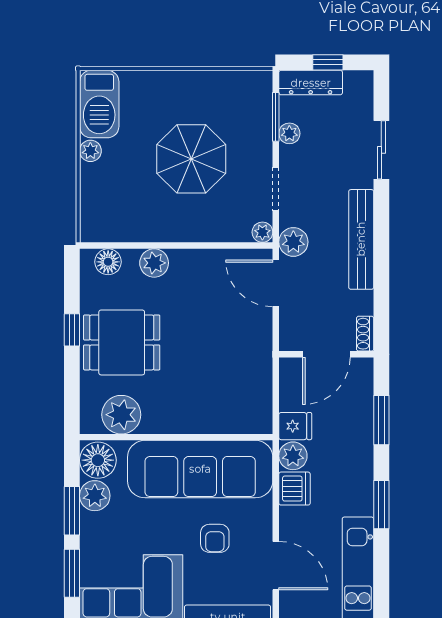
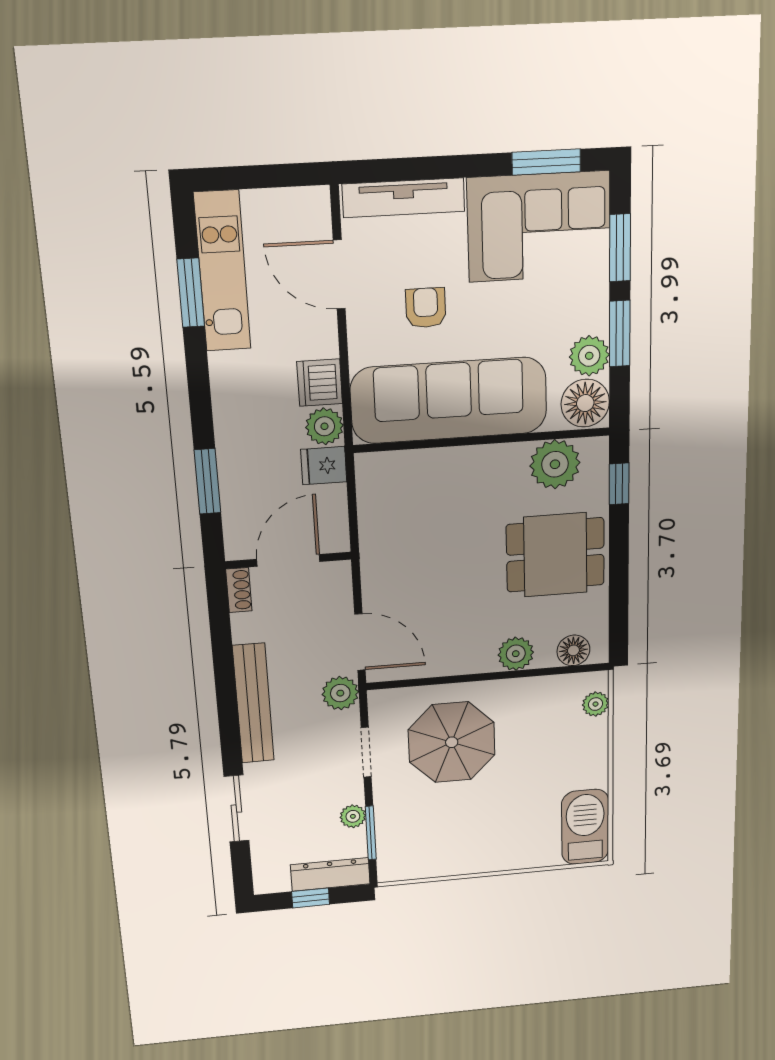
plant: (90, 151) -> (596, 704), moved
parasol: (191, 159) -> (452, 742), moved
plant: (262, 232) -> (380, 701), removed
window: (72, 330) -> (619, 484), moved
window: (381, 505) -> (191, 293), moved

